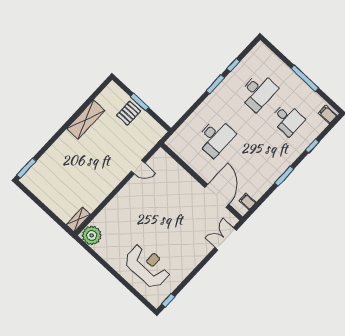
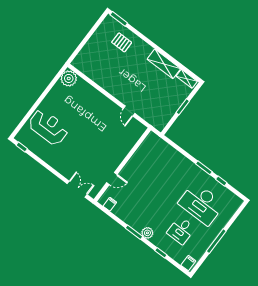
desk: (258, 92) -> (201, 204), width x1.36, depth x1.30
pallet: (129, 113) -> (122, 42), moved
desk: (215, 137) -> (160, 172), removed
plant: (287, 160) -> (147, 233), added
door: (217, 196) -> (112, 179), width x0.53
shelving: (78, 220) -> (187, 79), moved
reception desk: (148, 266) -> (48, 127), turned -90

